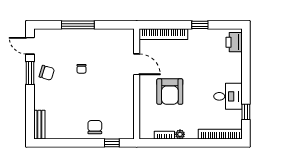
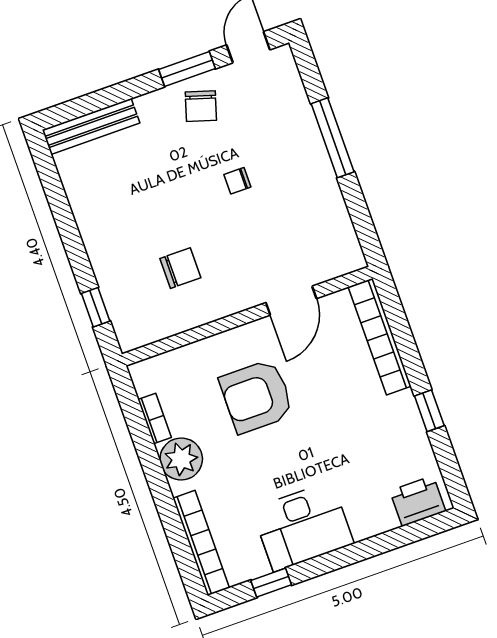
desk: (228, 96) -> (303, 526), width x1.37
bench: (39, 125) -> (91, 126), width x1.36
chair: (95, 127) -> (180, 268), moved
plant: (180, 134) -> (181, 459), width x1.88, depth x1.88

